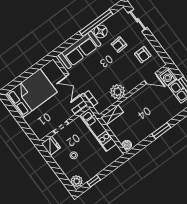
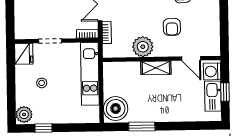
armchair: (143, 55) -> (172, 27), moved
shelving: (112, 115) -> (156, 68), moved
window: (161, 131) -> (142, 126), moved
boiler: (127, 145) -> (116, 109), width x1.86, depth x1.86

